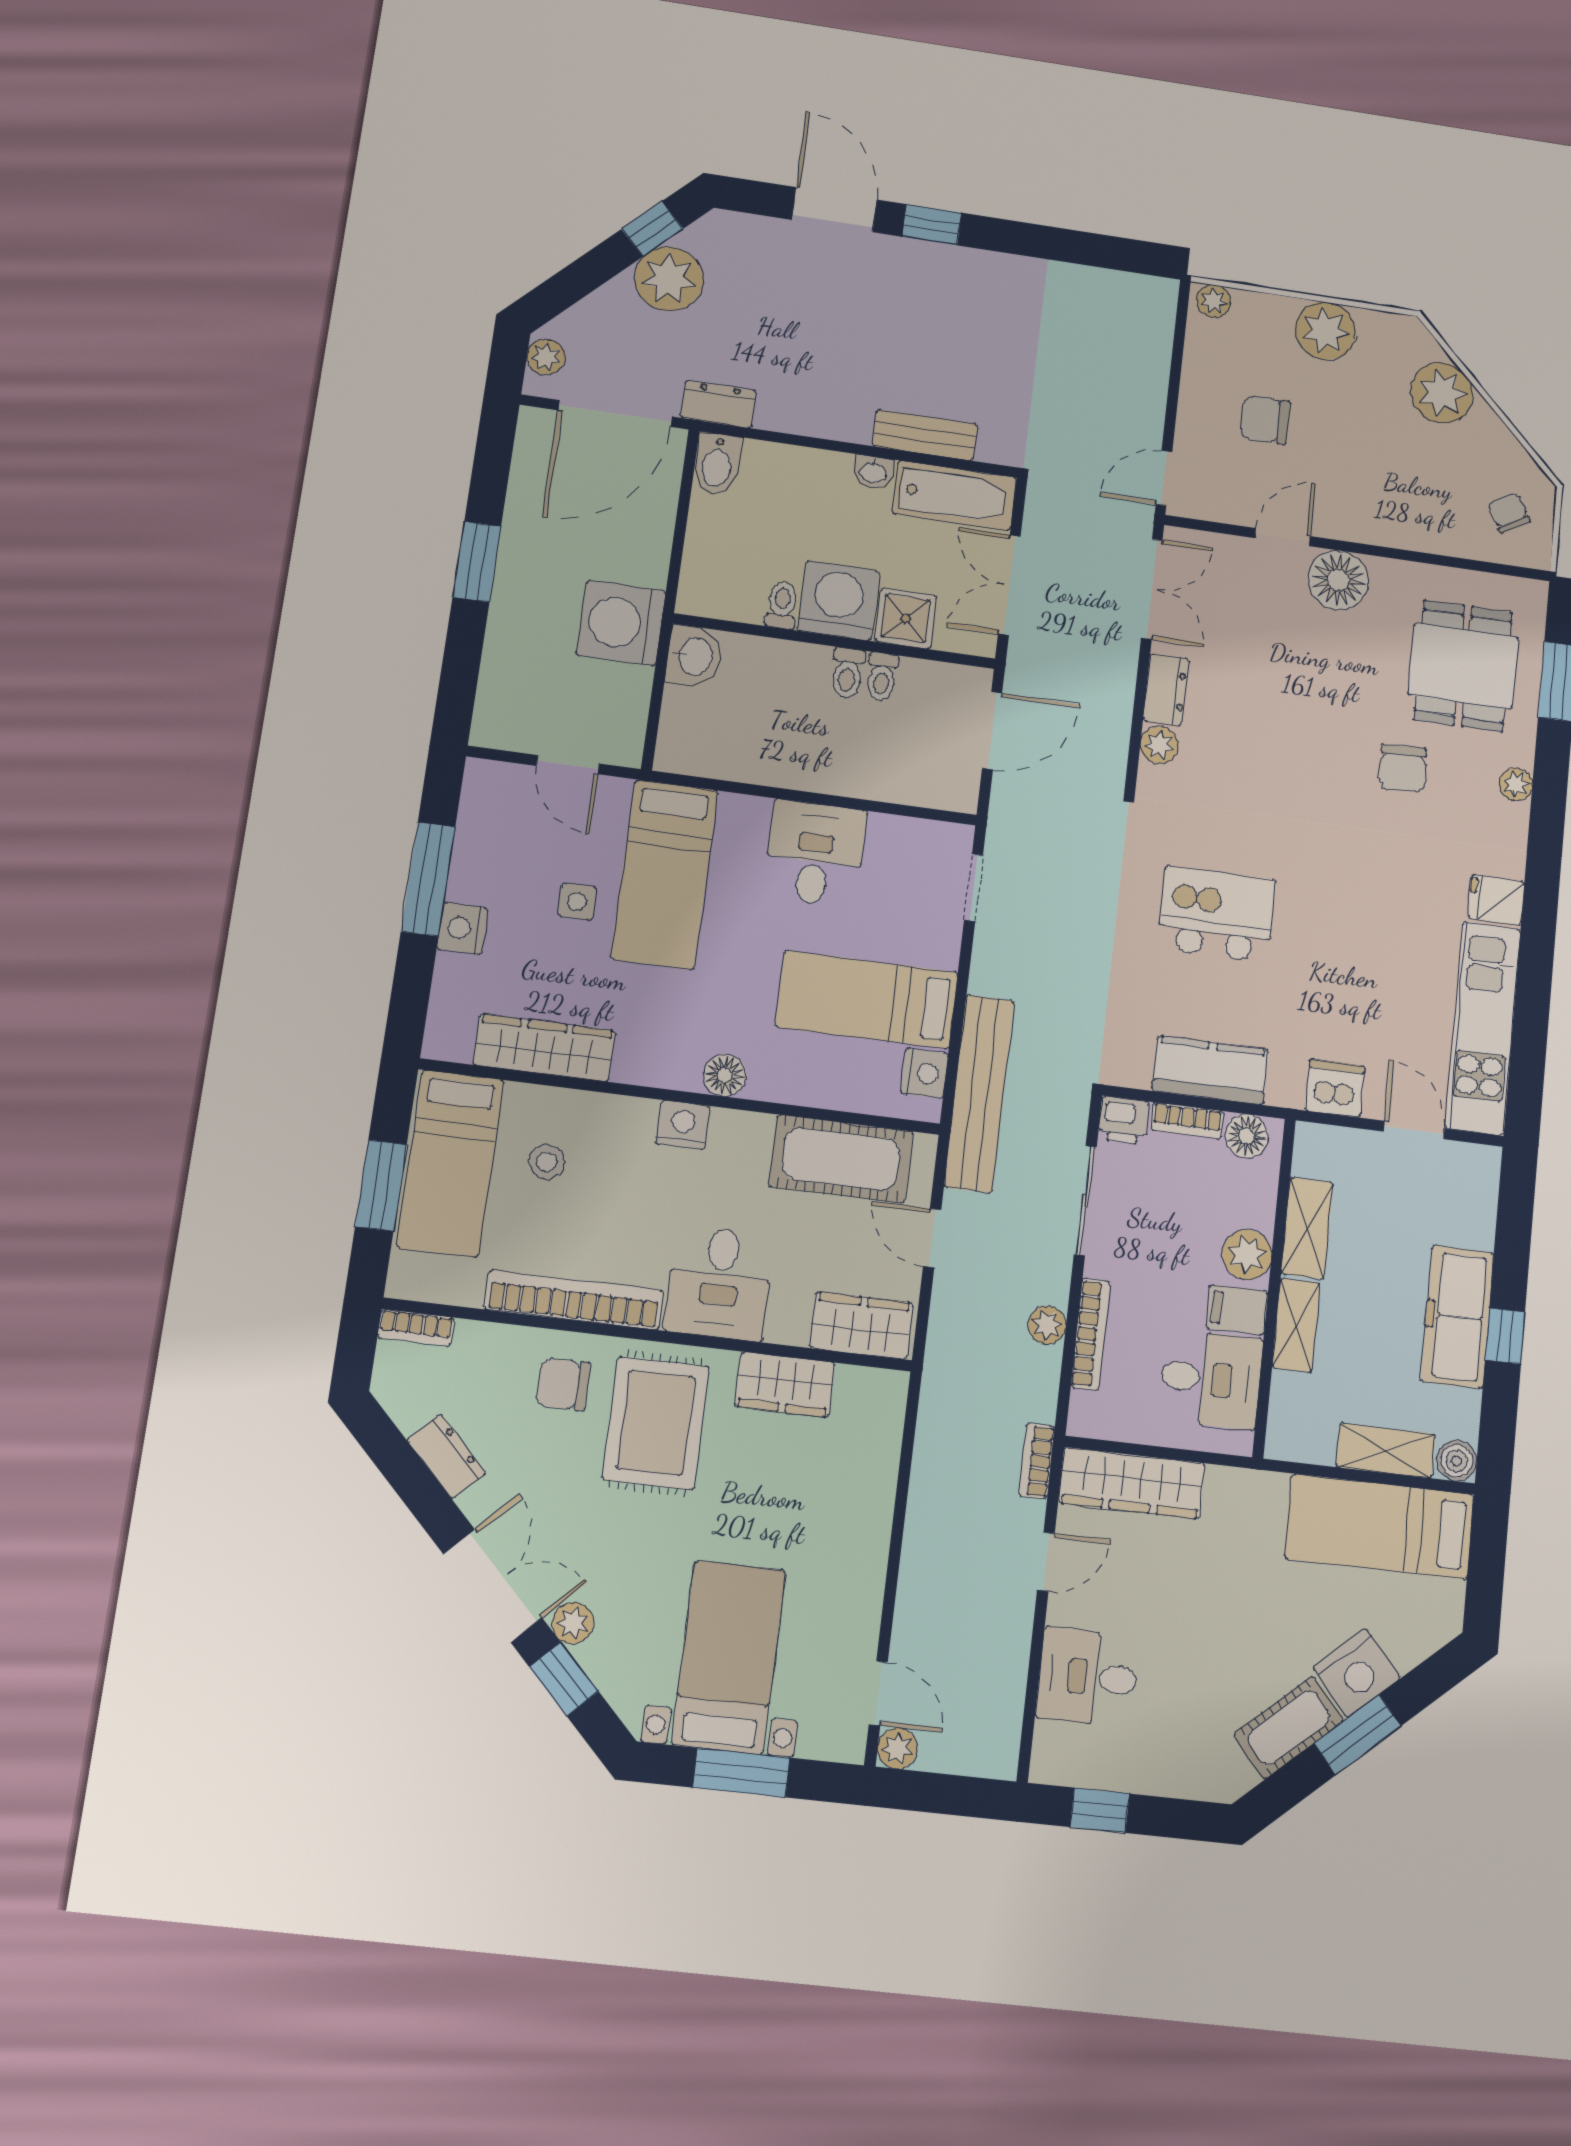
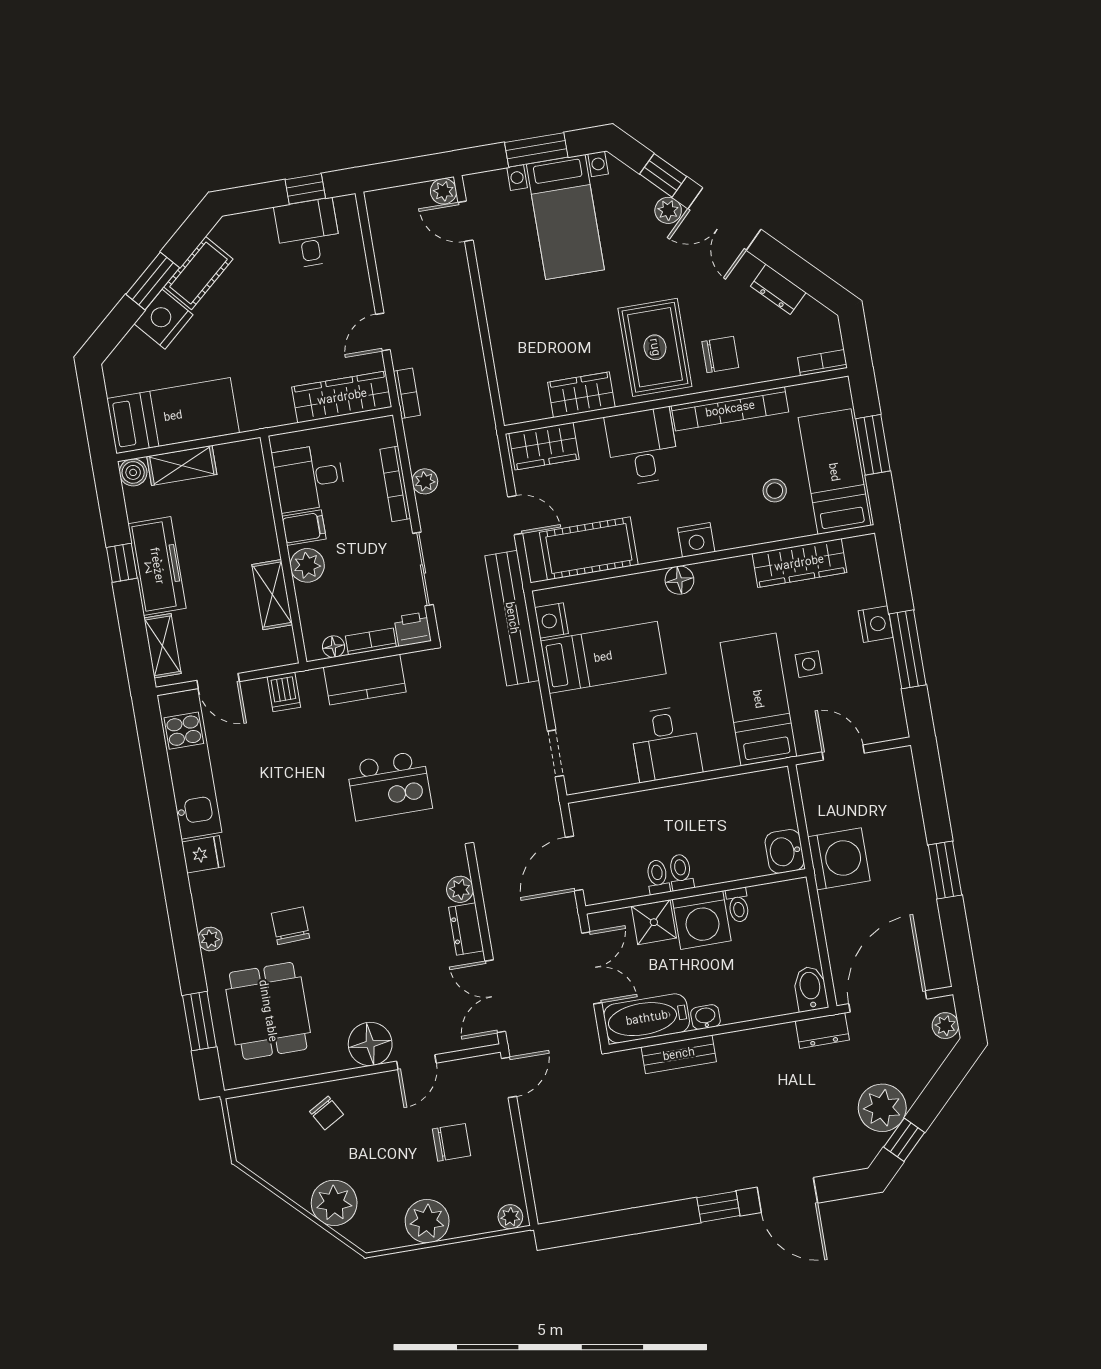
chair: (1509, 513) -> (326, 1113), moved
dishwasher: (1335, 1088) -> (284, 692), width x0.73
floor lamp: (1247, 1136) -> (333, 647), width x0.73, depth x0.73
shelving: (1296, 1325) -> (162, 646), moved
desk: (1088, 1677) -> (308, 233), moved, turned -90

